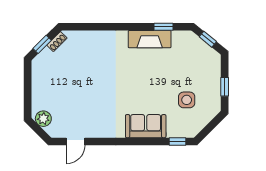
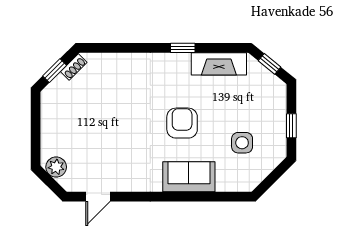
window: (163, 27) -> (183, 48), moved
fireplace: (150, 39) -> (219, 64), moved
armchair: (140, 85) -> (182, 123), added
window: (178, 141) -> (230, 197), removed

